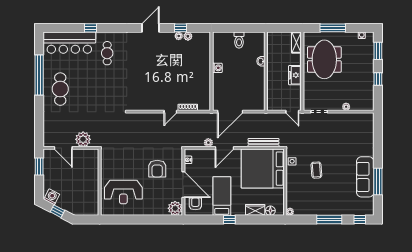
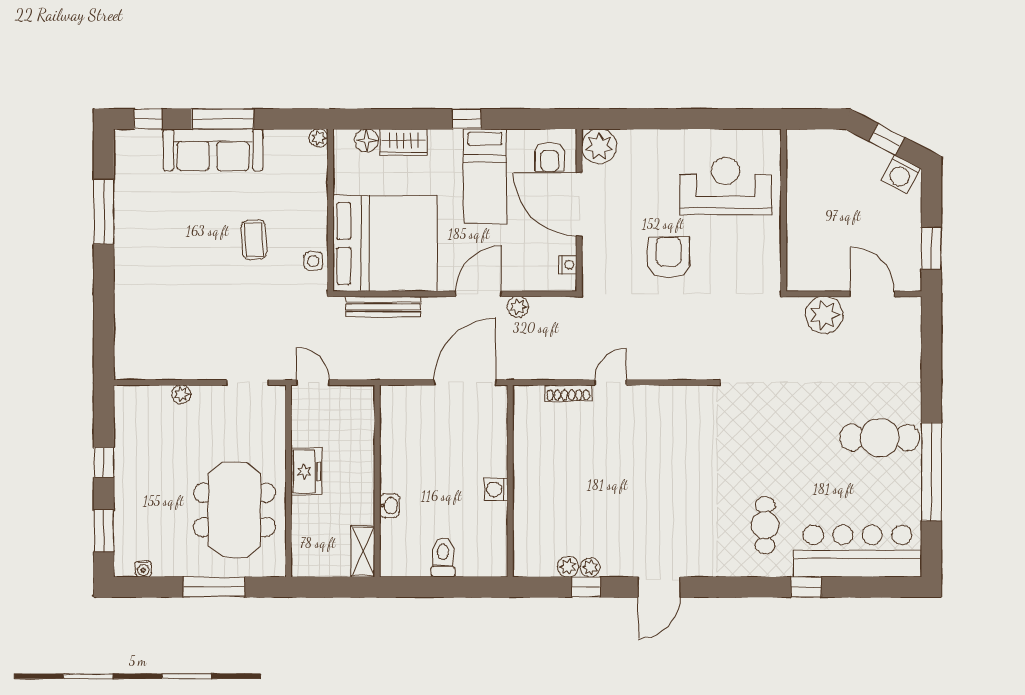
shelving: (296, 43) -> (363, 551), moved
cafe table: (60, 89) -> (880, 438), turned 90
armchair: (157, 169) -> (669, 257), moved
sofa: (365, 177) -> (213, 150), moved, turned 90

